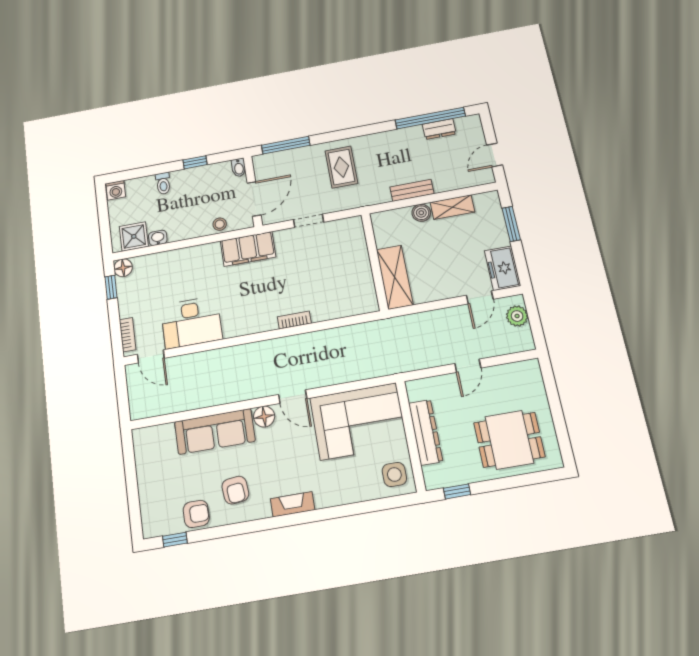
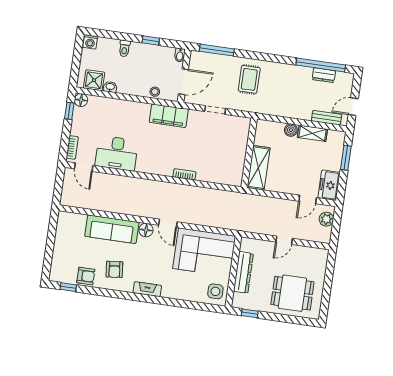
bench: (412, 190) -> (327, 118), moved

